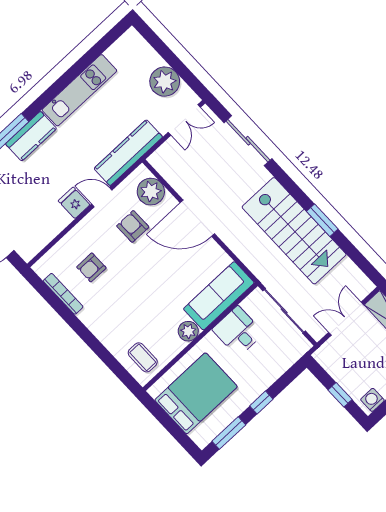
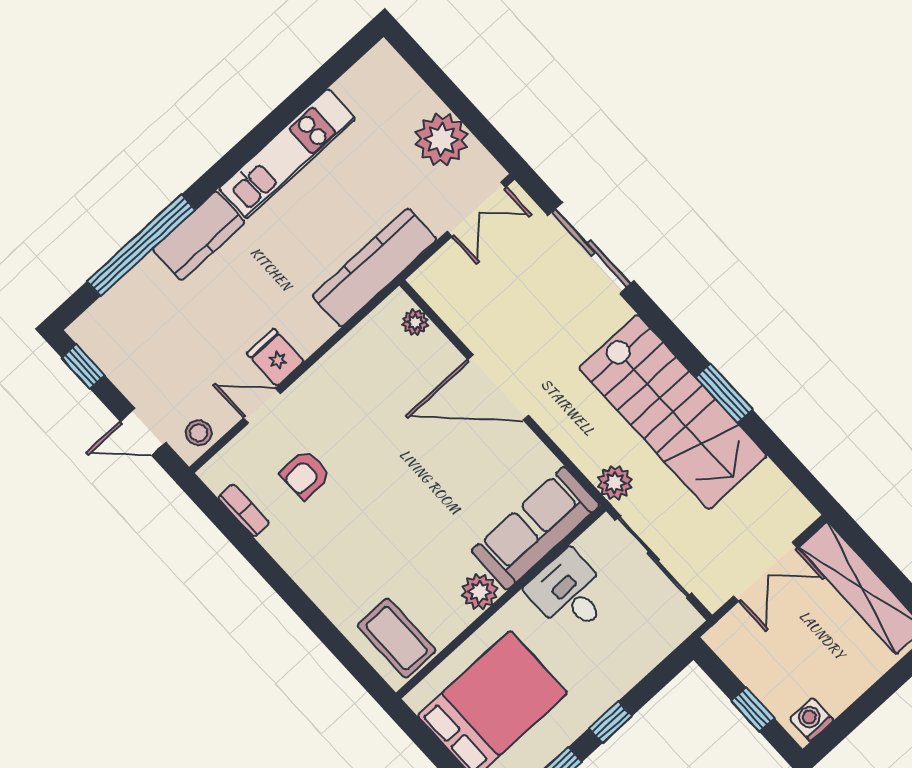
plant: (151, 192) -> (415, 322), width x0.53, depth x0.53
door: (102, 197) -> (262, 406), moved
armchair: (133, 226) -> (381, 401), removed
stool: (32, 245) -> (199, 433), added
plant: (262, 270) -> (615, 483), added
bookcase: (63, 294) -> (244, 510), width x0.64
double door: (346, 319) -> (765, 572), swing flipped
coffee table: (143, 357) -> (397, 638), width x1.36, depth x1.30

